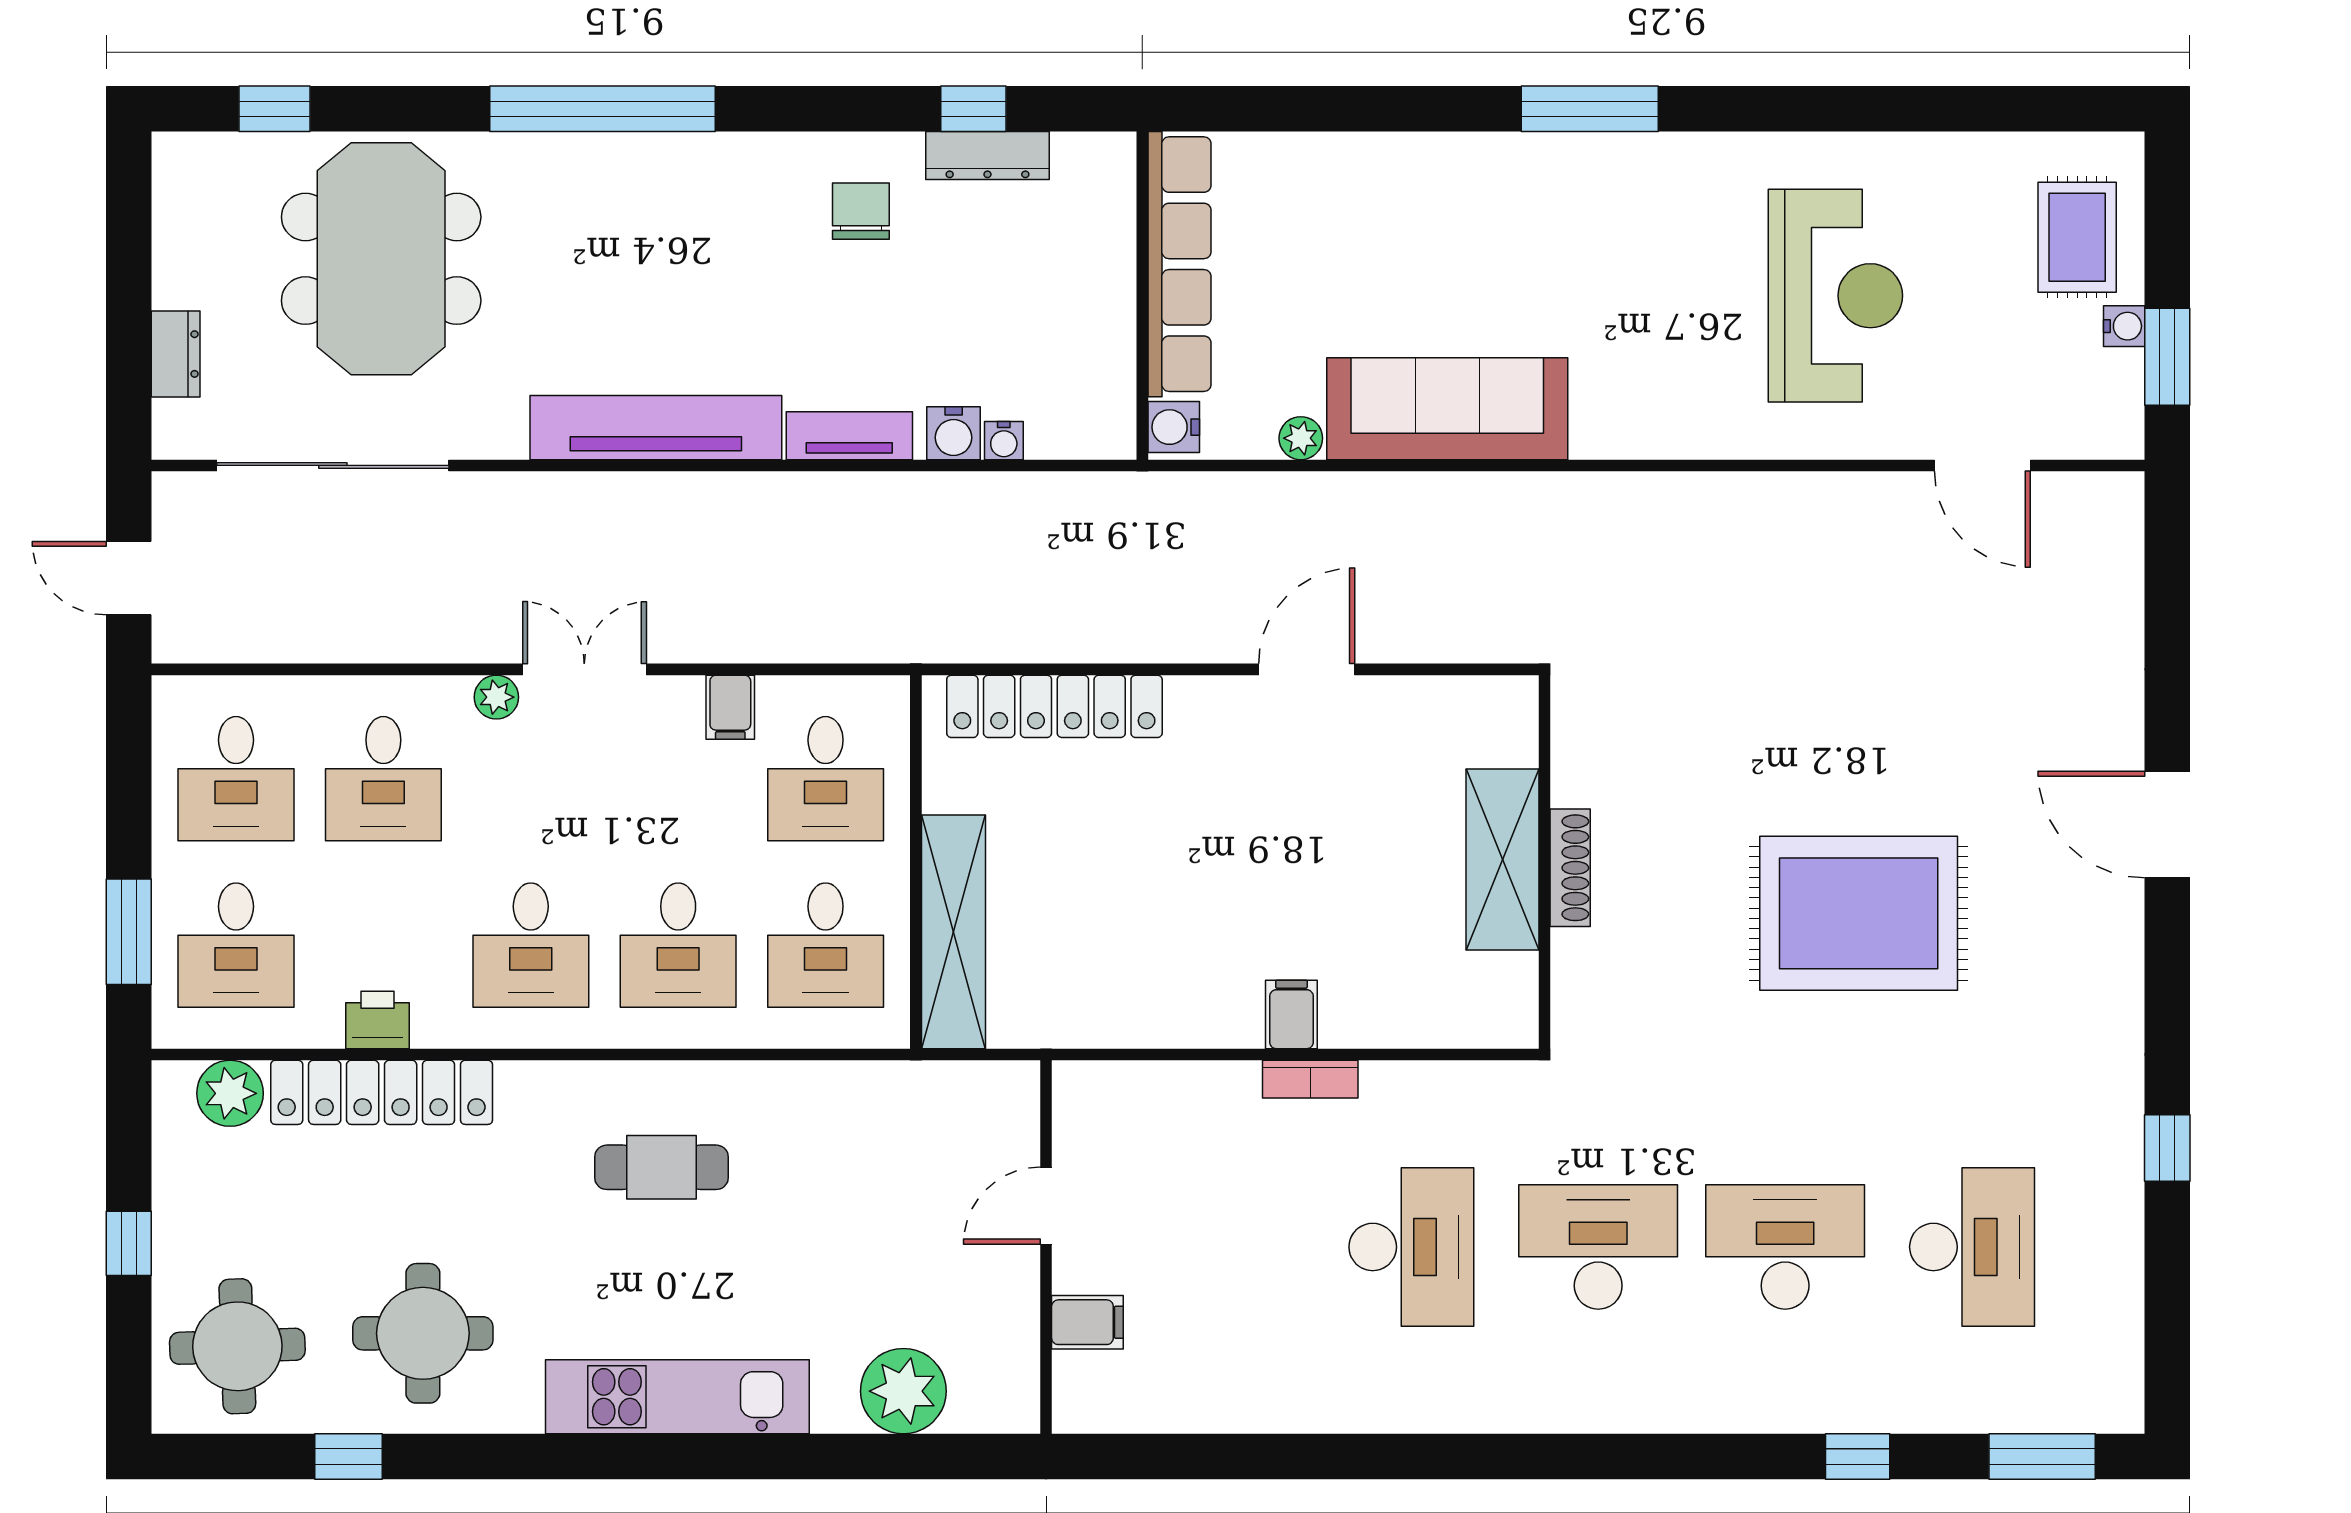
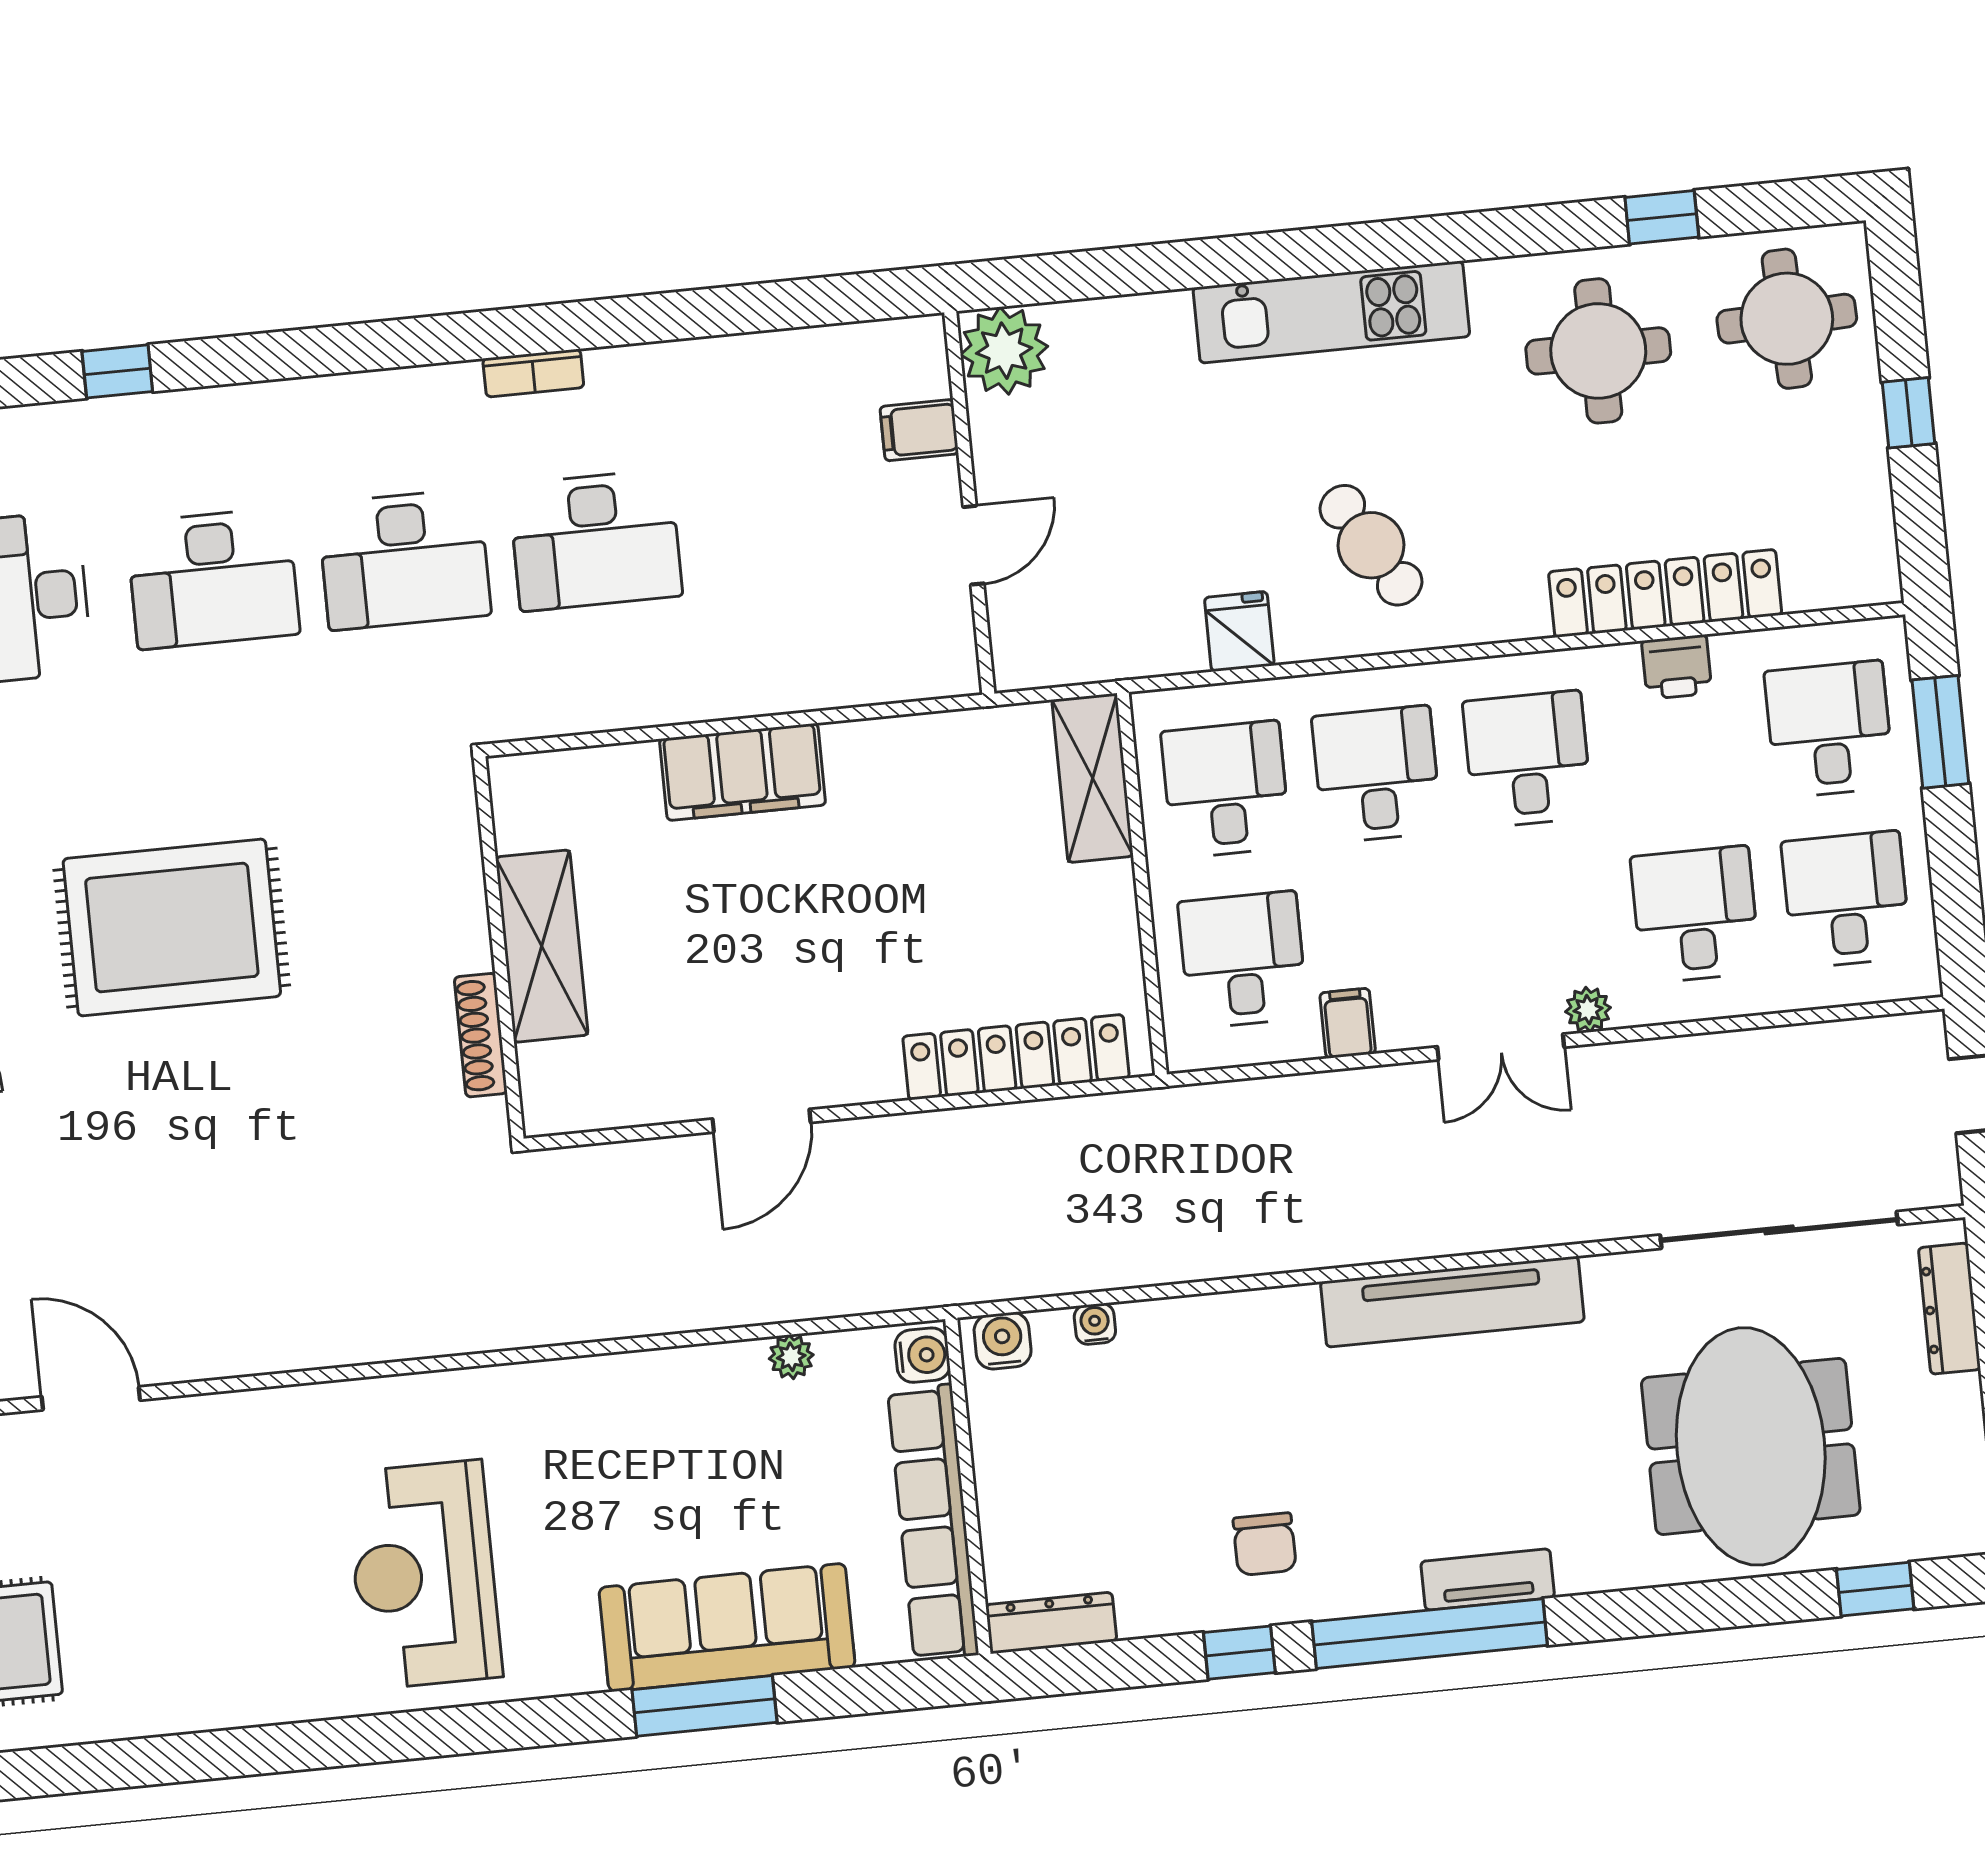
window: (603, 109) -> (1430, 1634), moved
window: (973, 109) -> (1239, 1653), moved
window: (1590, 109) -> (705, 1706), moved
dresser: (987, 156) -> (1051, 1623), moved
reception desk: (1835, 296) -> (424, 1575), moved
dresser: (176, 354) -> (1949, 1309), width x1.44
sofa: (1447, 409) -> (727, 1627), moved, turned 180
water cooler: (954, 433) -> (1003, 1341), moved
tv unit: (849, 436) -> (1488, 1579), moved, turned 180
shoe rack: (1570, 868) -> (481, 1035), moved
shelving: (953, 932) -> (1093, 778), width x0.68
filing cabinet: (1291, 1014) -> (742, 772), width x3.00, depth x1.17
bookcase: (1310, 1079) -> (533, 373), moved, turned 180
plant: (230, 1093) -> (1820, 577), removed
fridge: (797, 1097) -> (1239, 632), added
cafe table: (662, 1167) -> (1371, 545), turned 59
desk: (1411, 1247) -> (595, 540), turned -90
plant: (903, 1391) -> (1004, 351), moved

